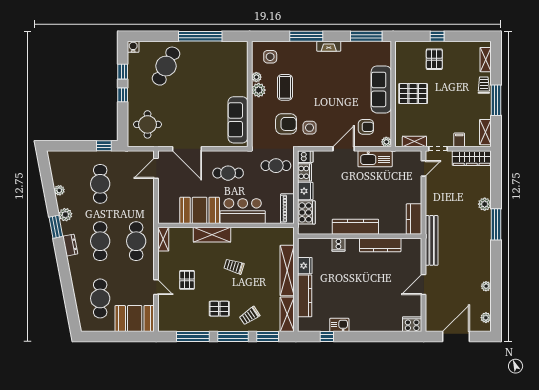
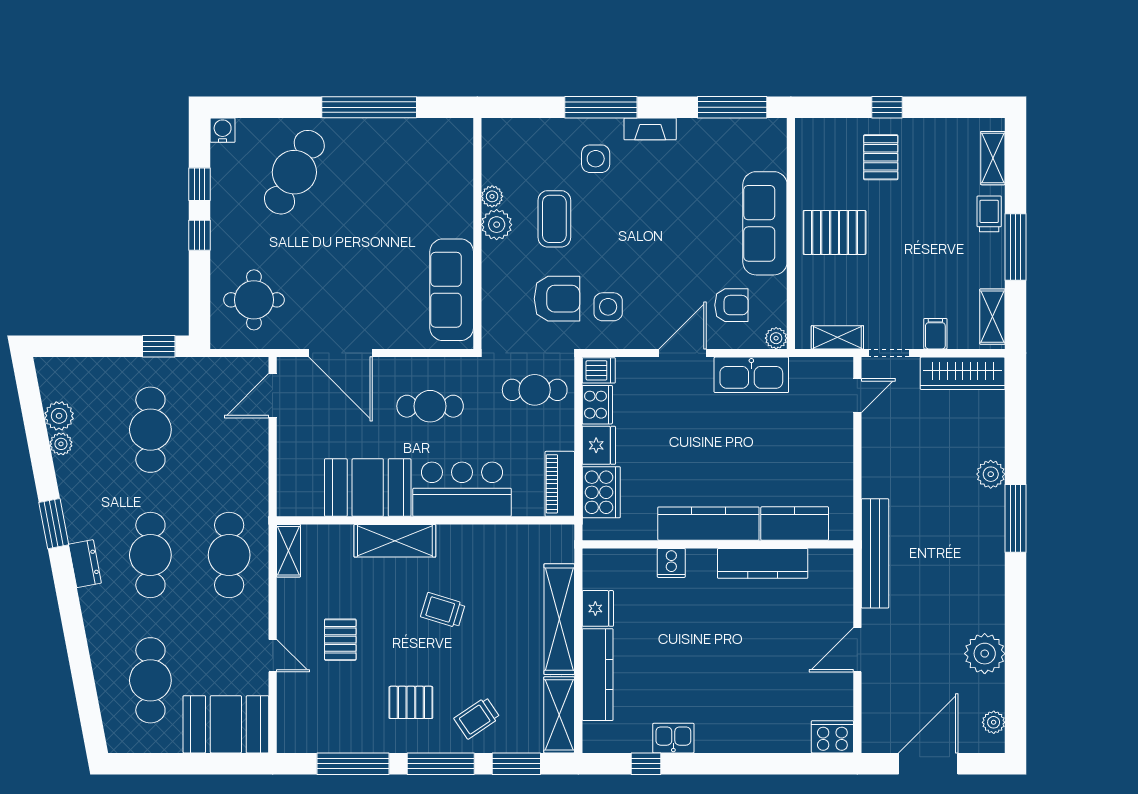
side table: (270, 57) -> (596, 159), moved
plant: (65, 215) -> (59, 416), moved
kitchen counter: (414, 219) -> (795, 524), moved, turned 90
plant: (486, 286) -> (985, 654), width x1.87, depth x1.87

